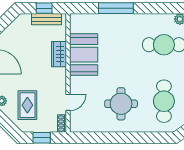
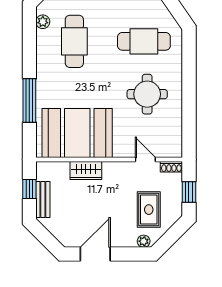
bench: (47, 19) -> (43, 199), moved
booth: (84, 55) -> (77, 133), width x1.36, depth x1.42
rug: (27, 105) -> (149, 210), turned 90

